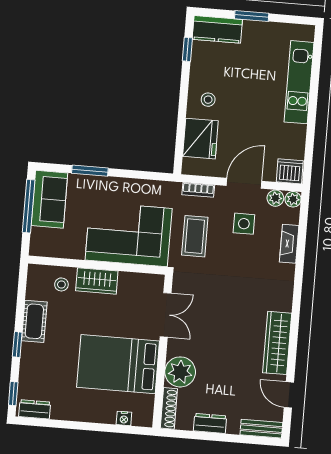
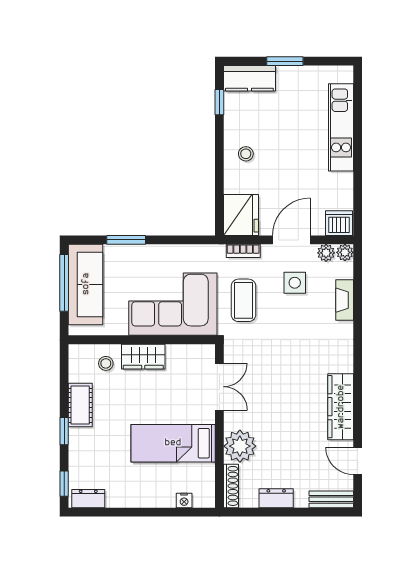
fridge: (200, 139) -> (241, 215), moved
sofa: (49, 199) -> (86, 284), width x1.36
bed: (118, 364) -> (173, 443), width x0.67

